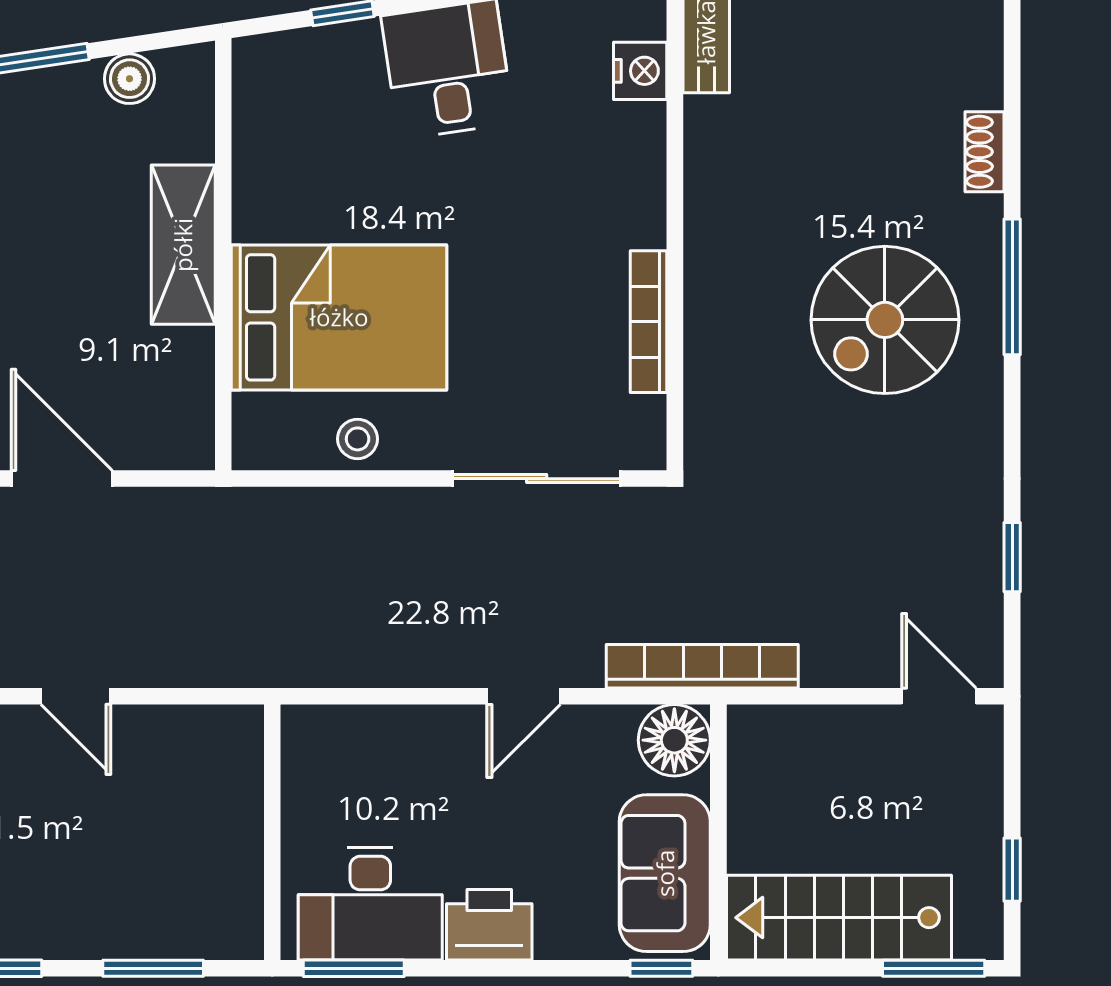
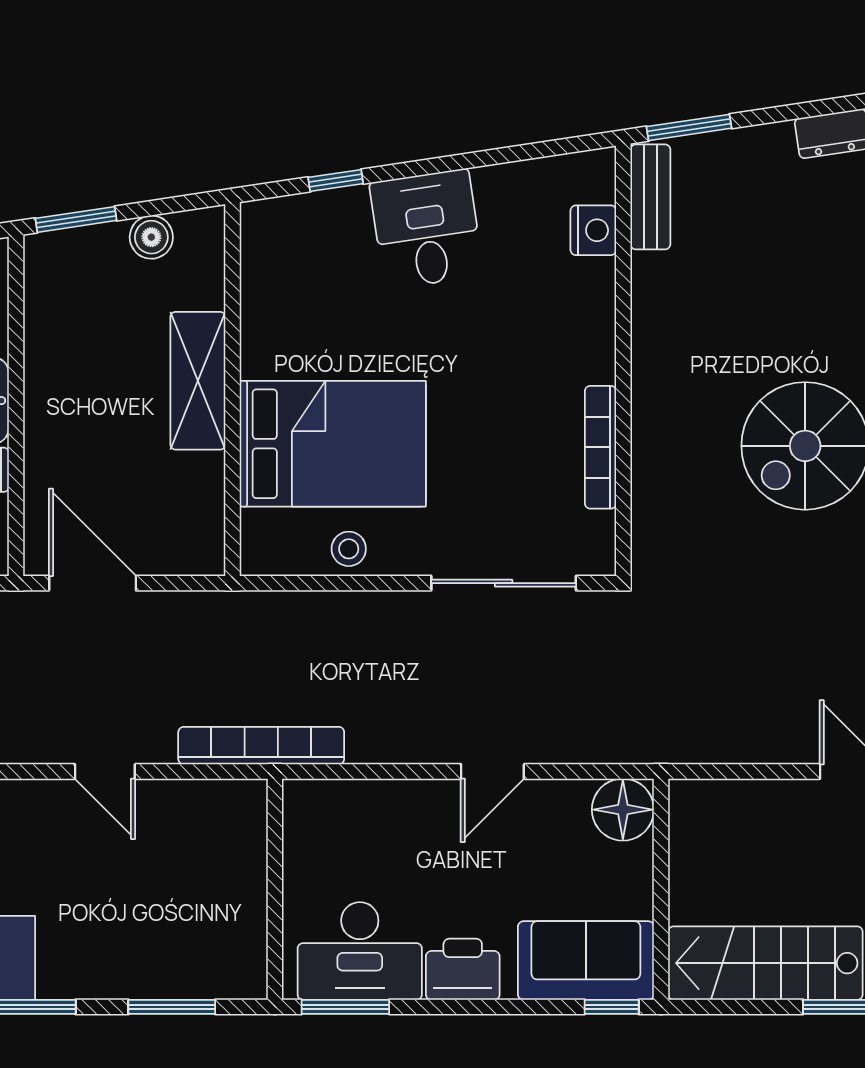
bookcase: (702, 666) -> (261, 746), moved
sofa: (665, 873) -> (586, 961), moved, turned 90

